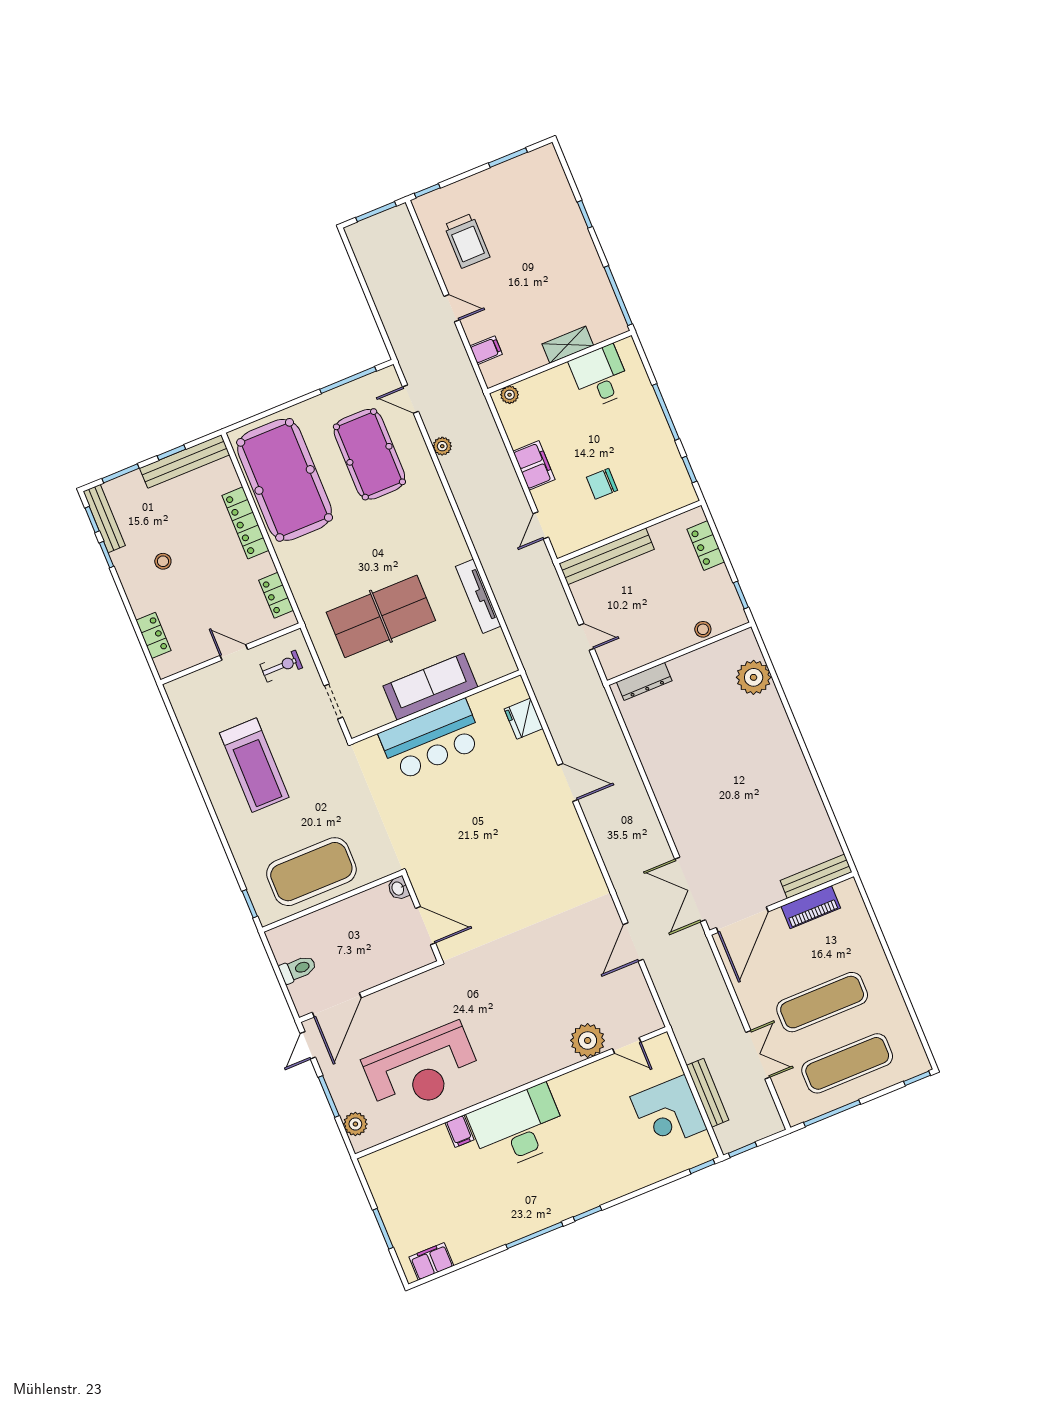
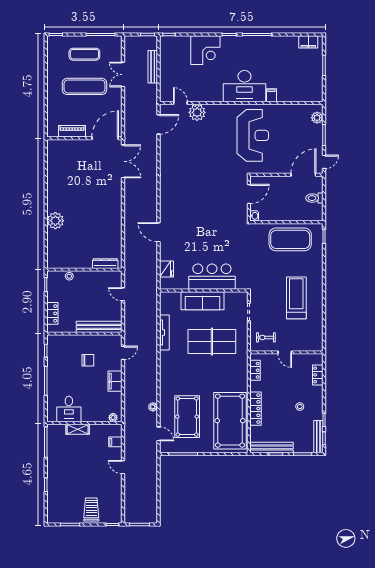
trolley: (467, 241) -> (91, 510), moved
plant: (754, 677) -> (55, 221), moved
bench: (816, 876) -> (64, 144), removed
door: (425, 926) -> (249, 194), swing flipped
door: (633, 942) -> (158, 124), moved
exercise mat: (847, 1063) -> (84, 54), width x0.73, depth x0.69
reception desk: (422, 1069) -> (253, 135), moved, turned 90
corner desk: (669, 1113) -> (205, 50), moved, turned 90

